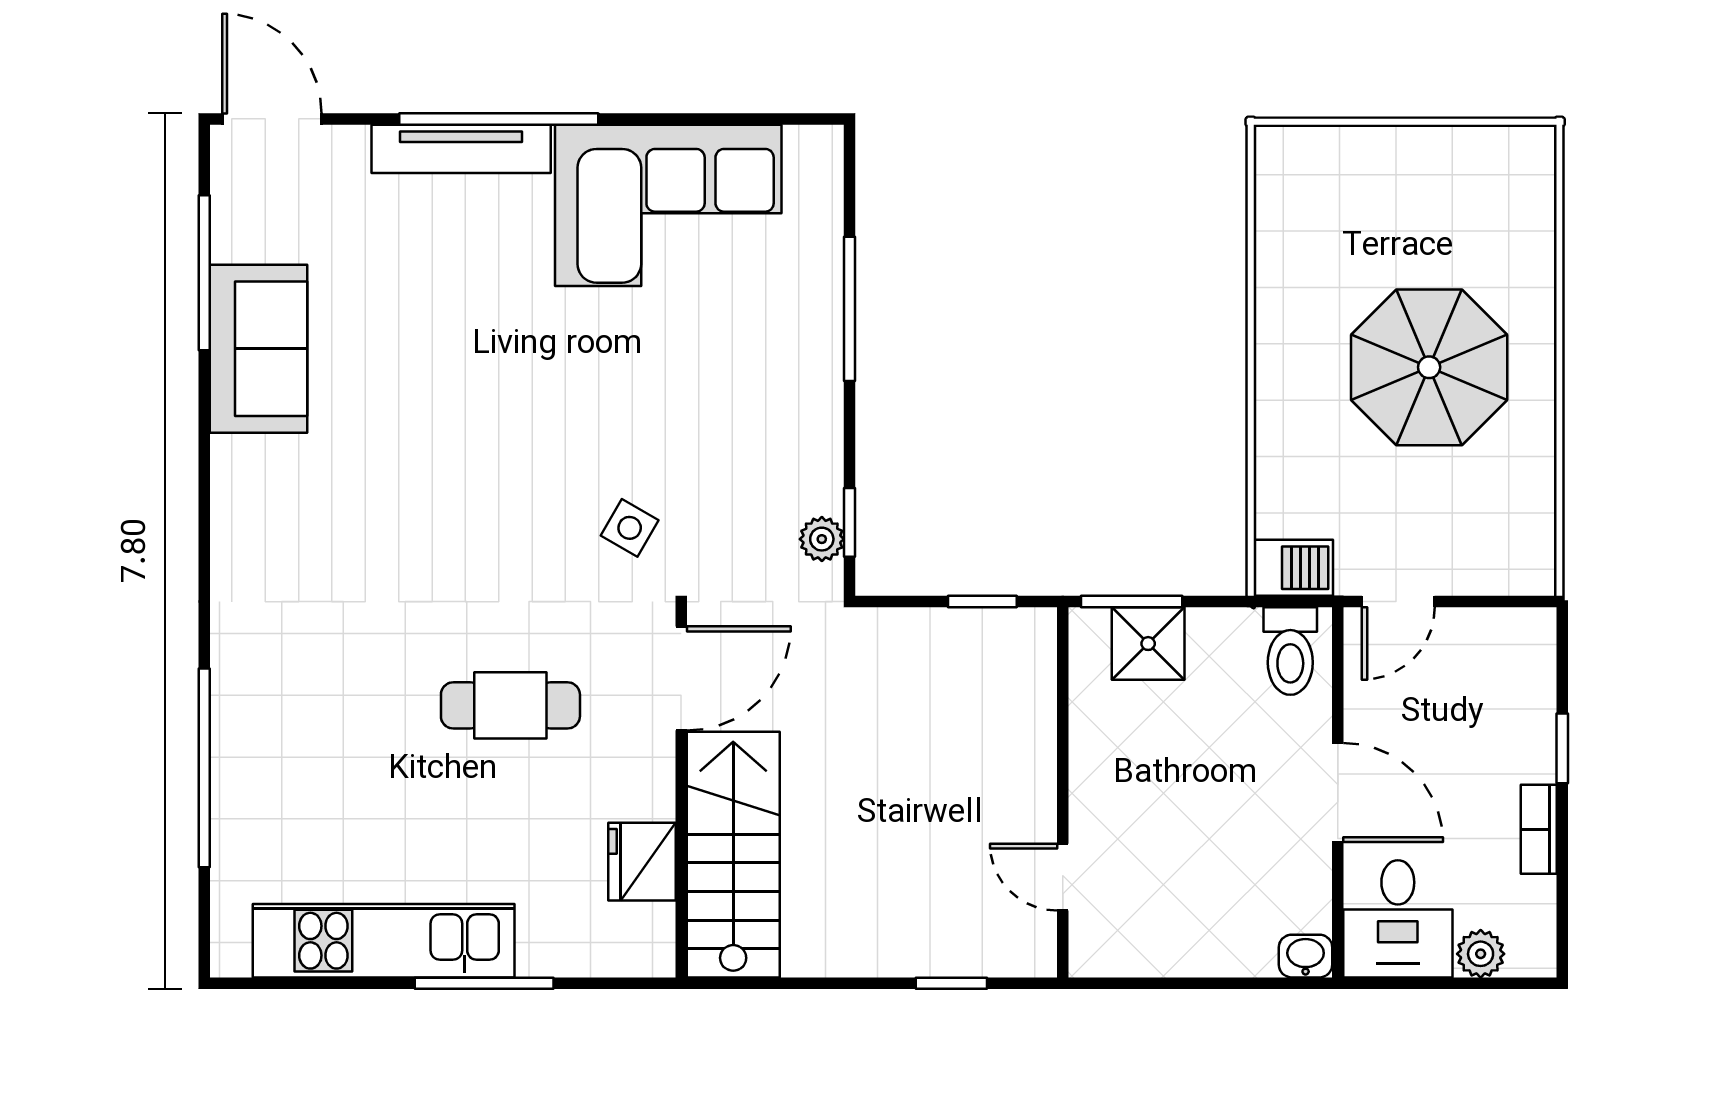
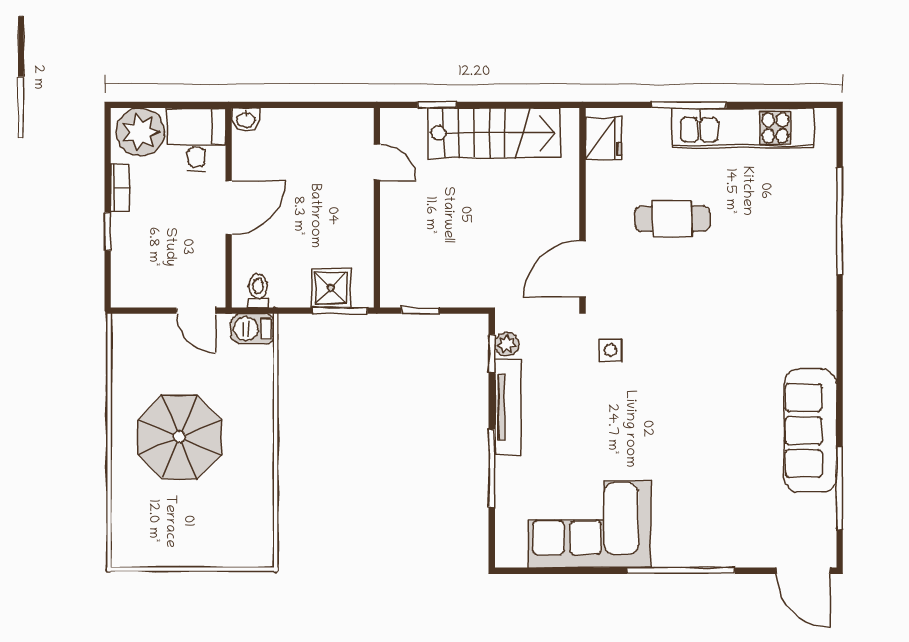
tv unit: (461, 149) -> (508, 407), moved, turned 90
sofa: (258, 349) -> (810, 431), width x1.36
side table: (630, 528) -> (610, 350), turned -30
door: (1398, 602) -> (196, 311), swing flipped
toilet: (1290, 651) -> (258, 291), width x0.73, depth x0.72
cafe table: (510, 705) -> (672, 219), moved
door: (1338, 793) -> (229, 208), swing flipped
stairs: (733, 855) -> (494, 133), moved, turned -90
fridge: (642, 862) -> (604, 138), moved
plant: (1481, 954) -> (140, 132), width x1.87, depth x1.87

